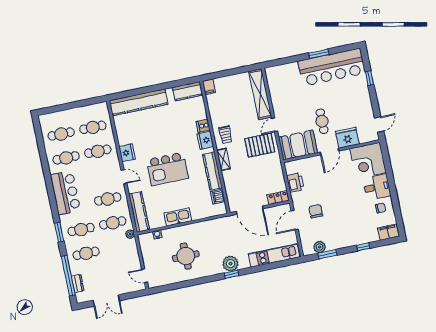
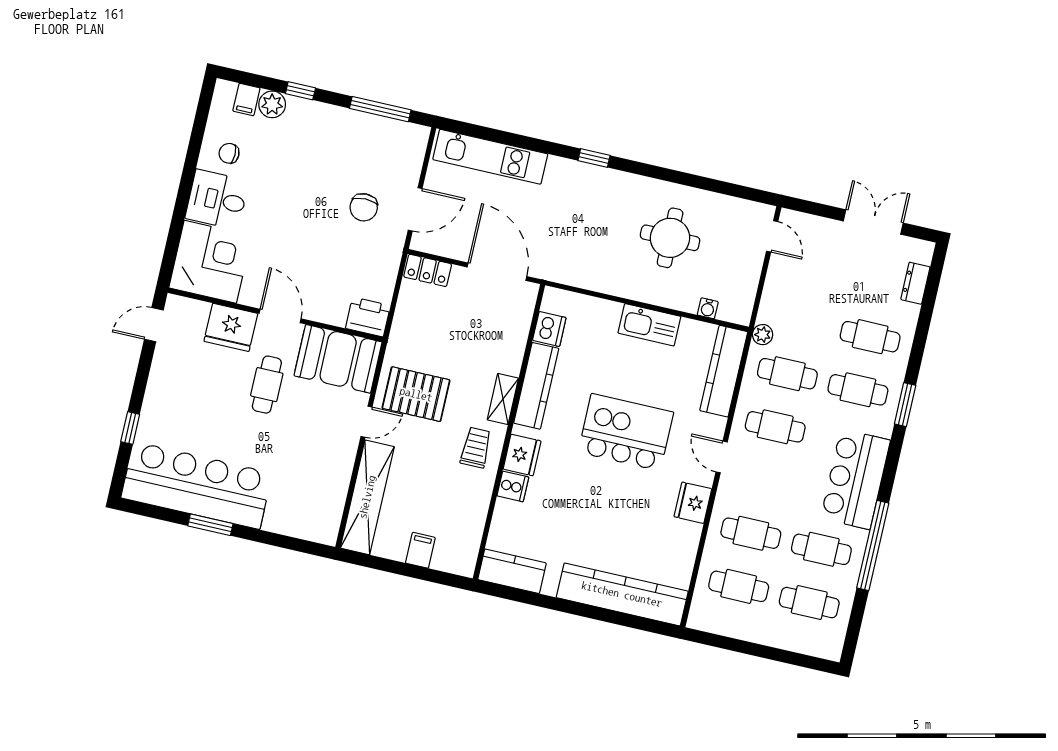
filing cabinet: (209, 87) -> (420, 550), moved
door: (329, 152) -> (280, 316), hinge flipped
printer: (295, 183) -> (368, 317), moved, turned 90
filing cabinet: (388, 232) -> (246, 100), width x0.50
plant: (320, 247) -> (272, 104), moved
window: (327, 254) -> (380, 109), width x1.44
plant: (230, 264) -> (586, 181), removed
window: (68, 276) -> (873, 545), moved

